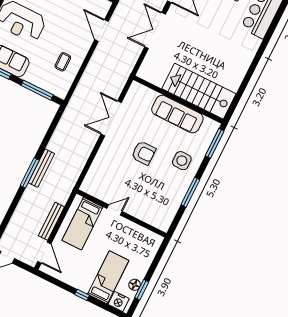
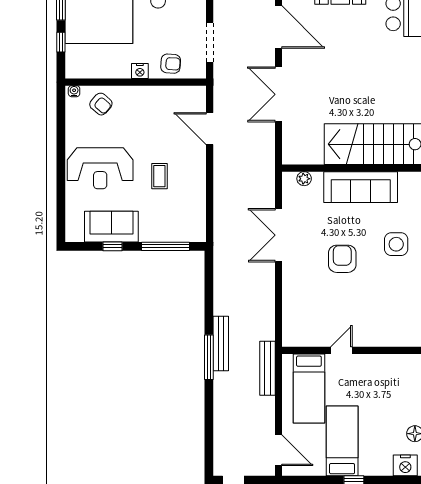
coffee table: (63, 62) -> (159, 176), moved
plant: (145, 91) -> (304, 179), added
armchair: (144, 153) -> (342, 259), turned -90
bench: (51, 221) -> (267, 368), moved
bed: (108, 277) -> (342, 441), moved

